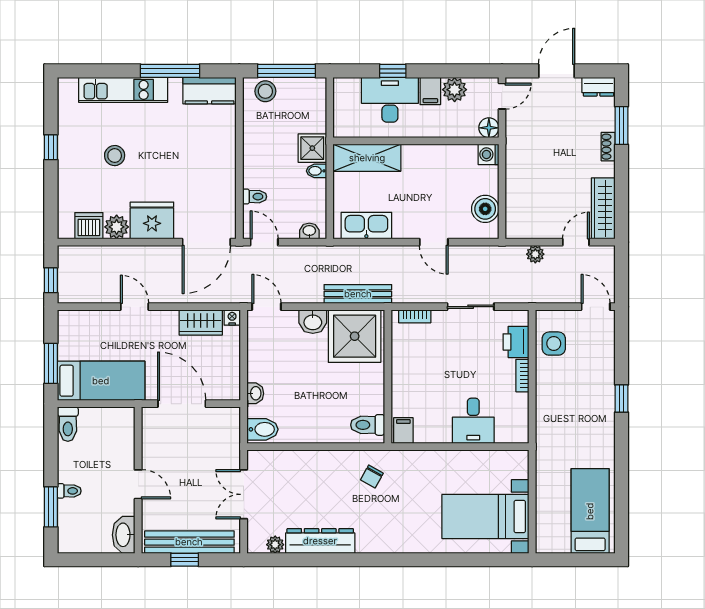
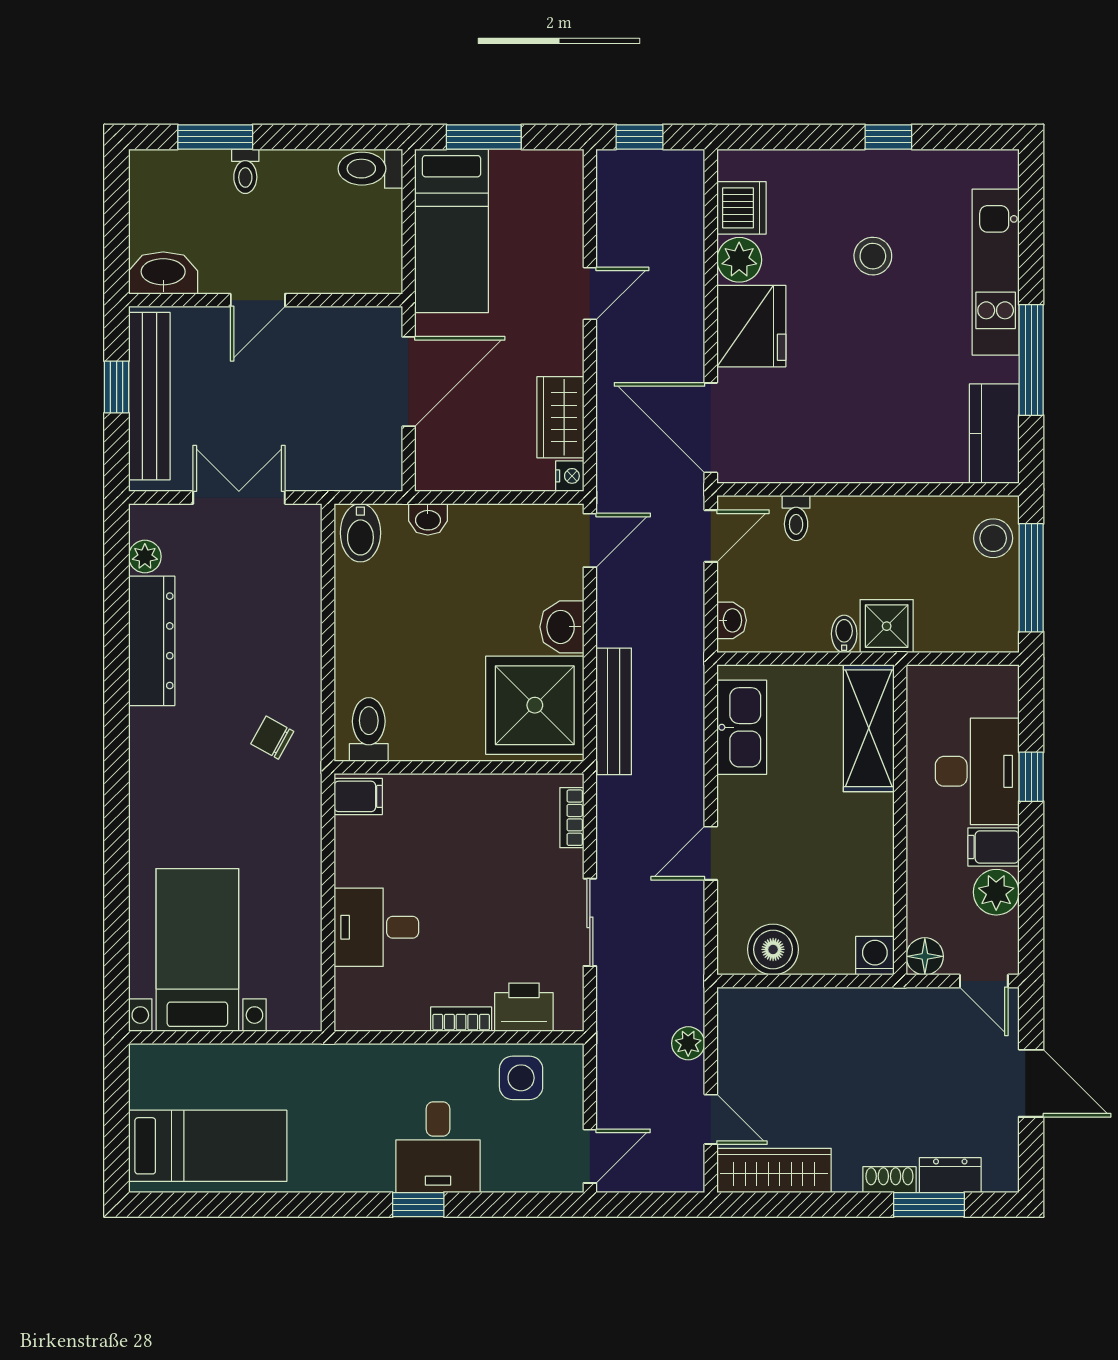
dresser: (598, 87) -> (950, 1175), moved, turned 90
desk: (591, 388) -> (438, 1147), added

